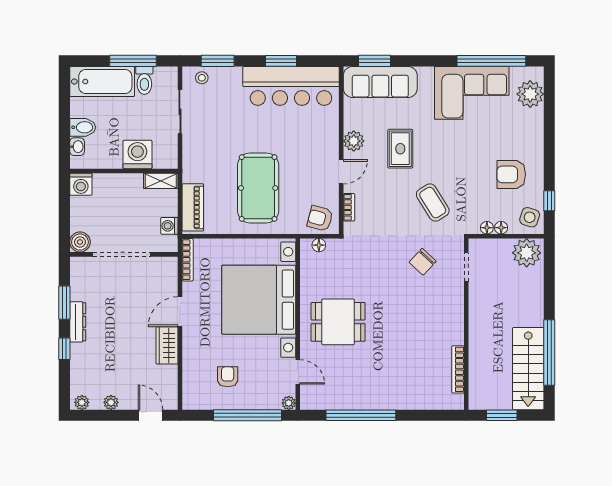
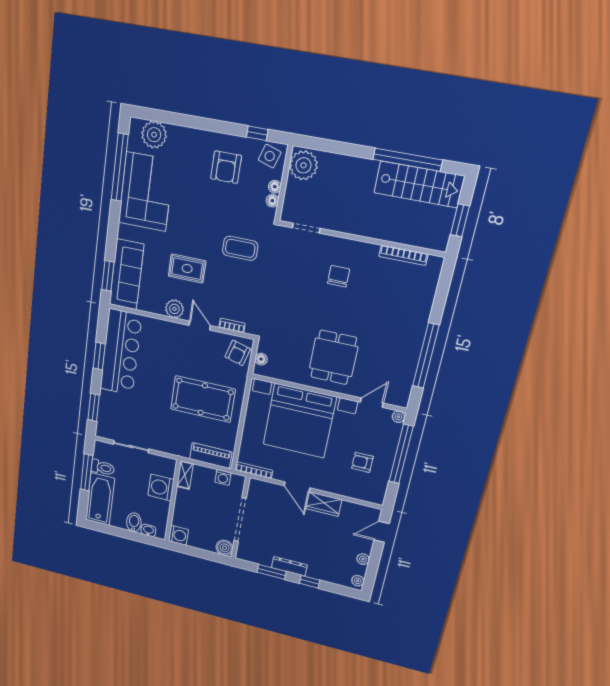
stool: (202, 78) -> (106, 423), removed
coffee table: (433, 203) -> (240, 248), turned 32
chair: (423, 262) -> (339, 276), moved, turned -133

